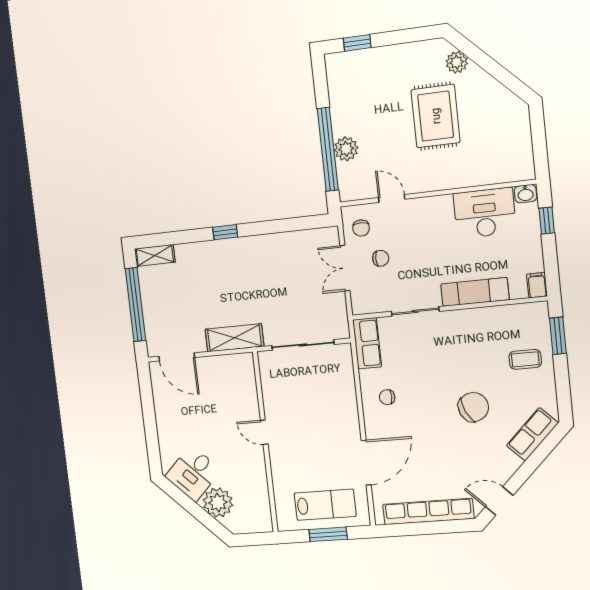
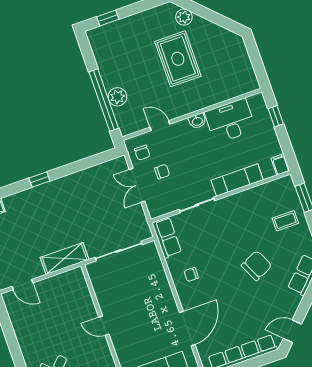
washbasin: (526, 194) -> (197, 121), moved
door: (177, 357) -> (22, 285), width x0.73

